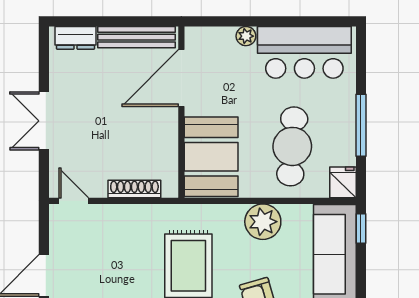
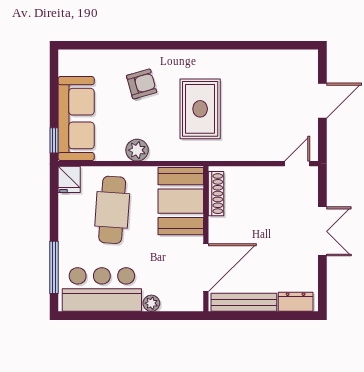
window: (361, 125) -> (54, 267), moved
shoe rack: (134, 189) -> (216, 194), moved, turned -90
door: (74, 201) -> (297, 164), swing flipped
plant: (263, 222) -> (137, 150), width x0.73, depth x0.73

